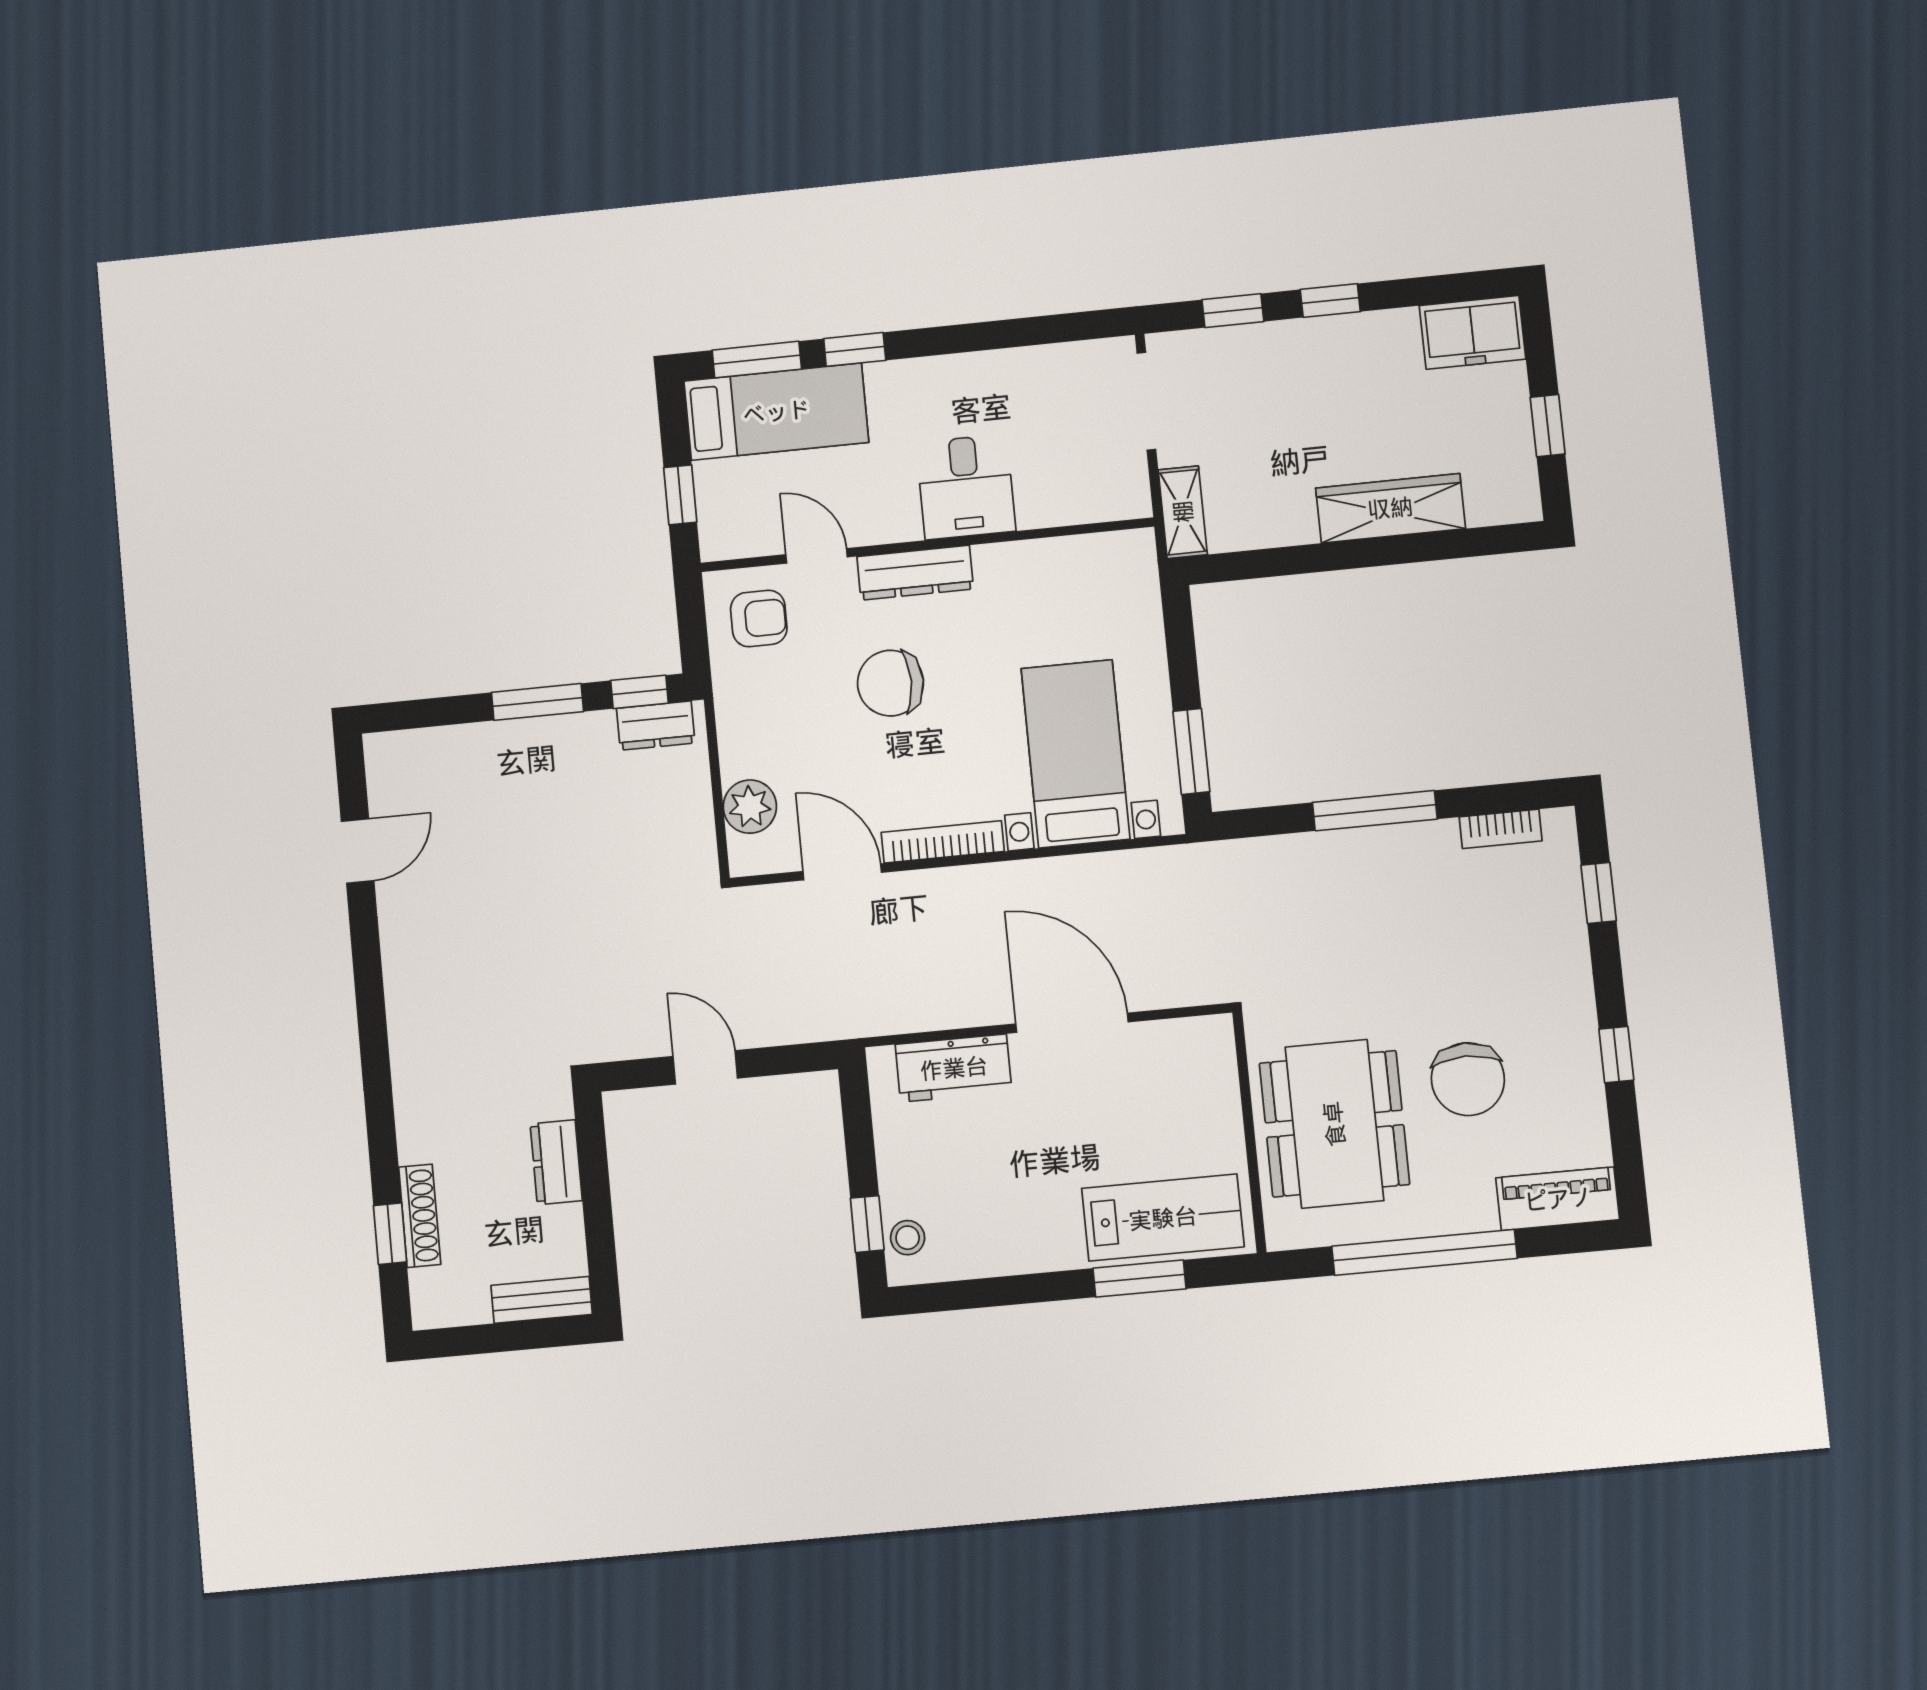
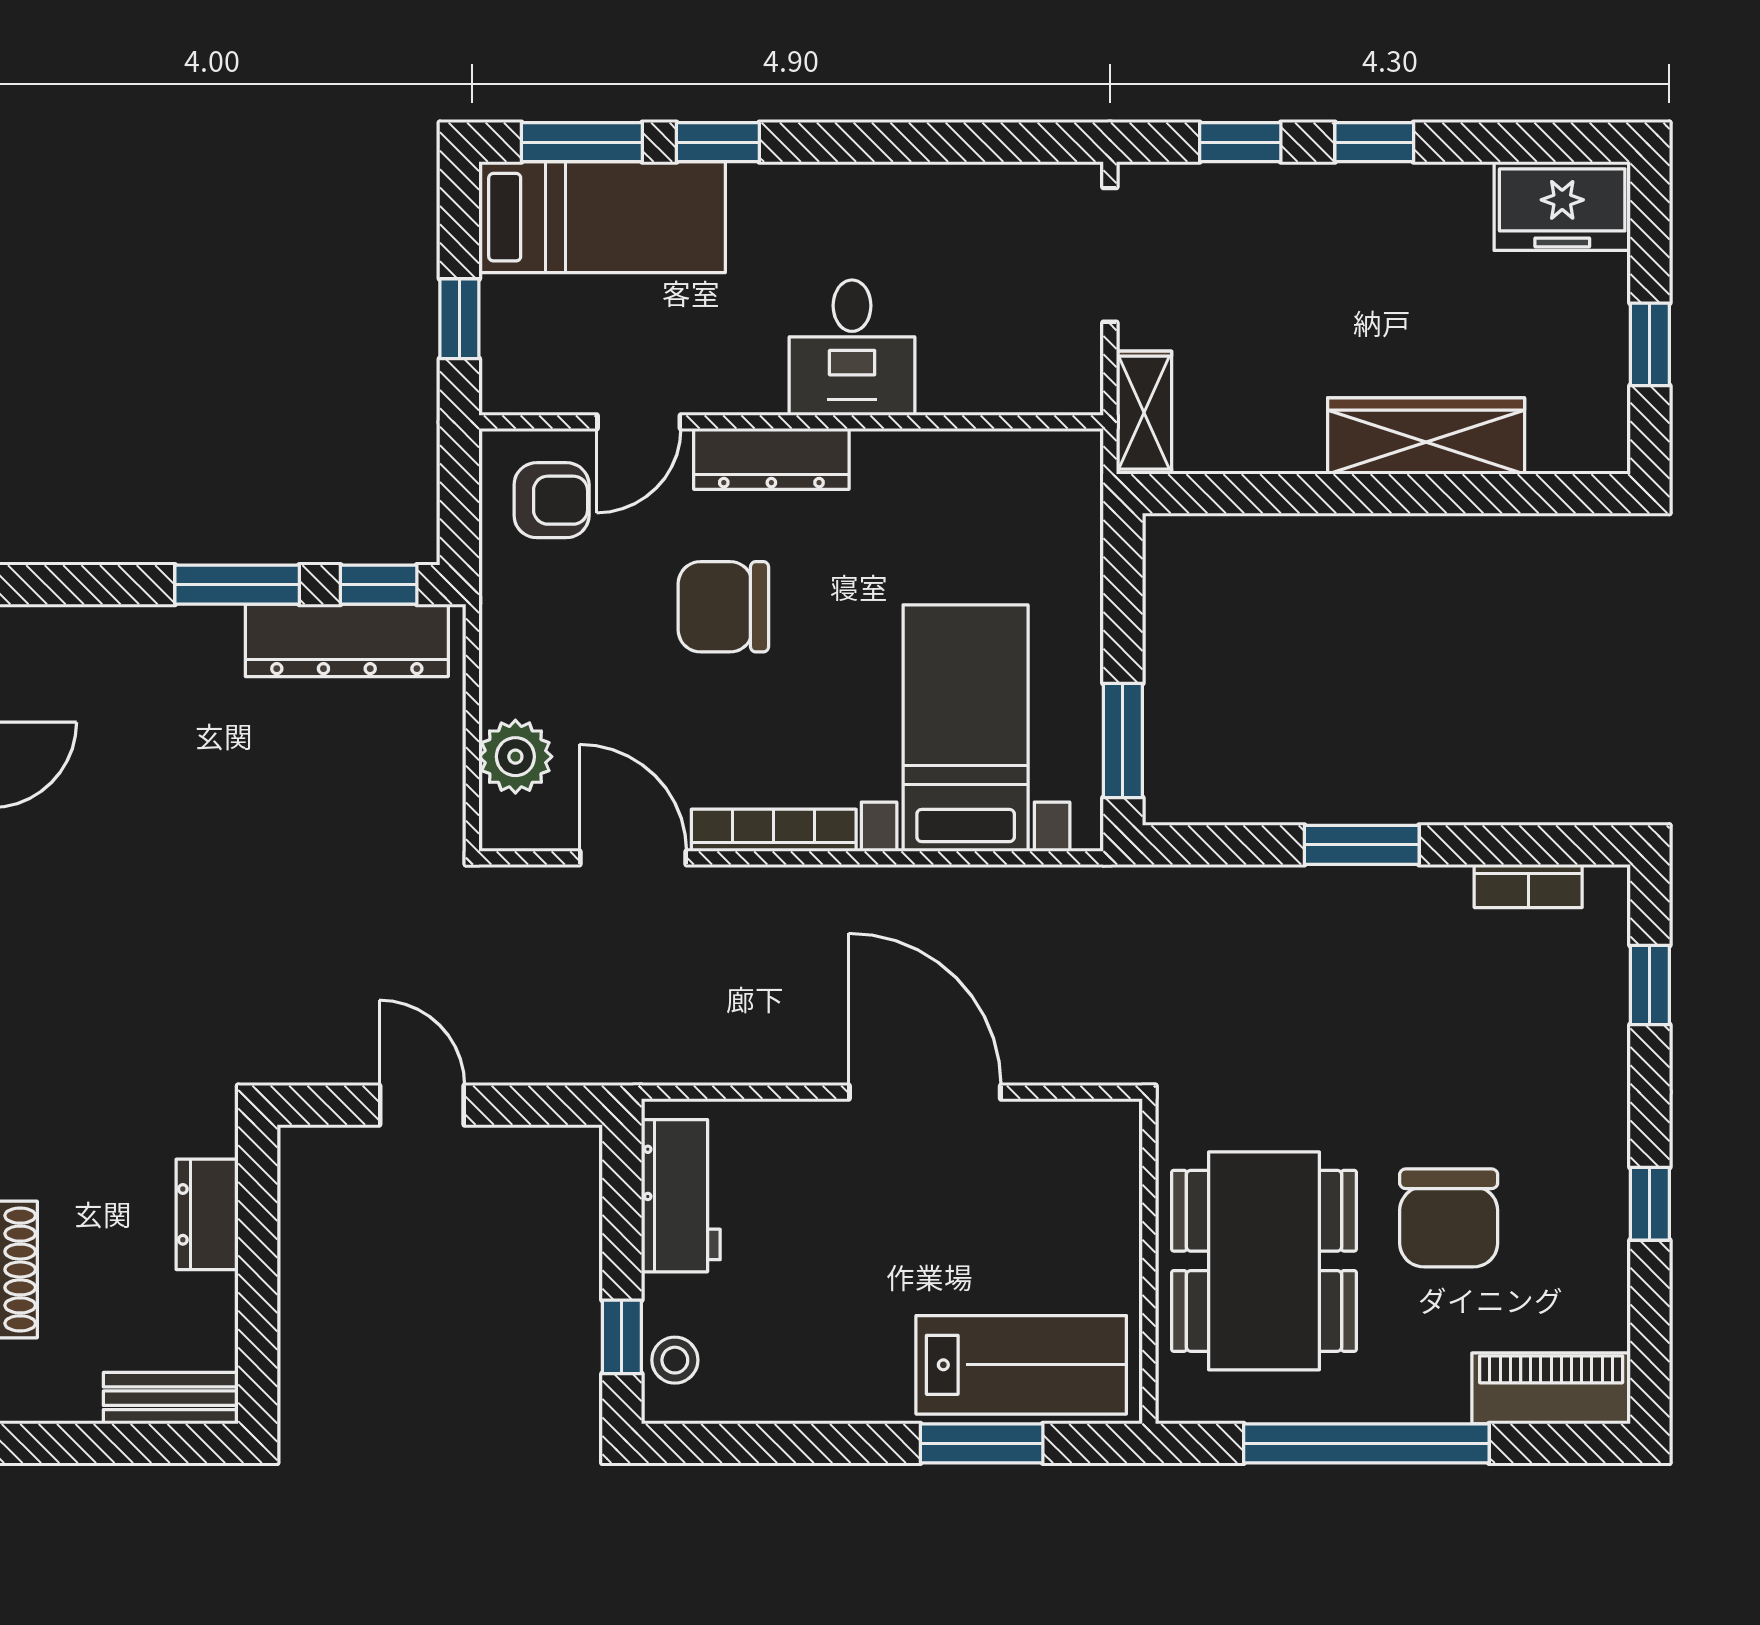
door: (817, 556) -> (639, 422), swing flipped
dresser: (656, 726) -> (347, 640), width x1.96, depth x1.24
window: (1375, 811) -> (1362, 845), width x0.69
workbench: (954, 1068) -> (681, 1196), moved, turned -90

